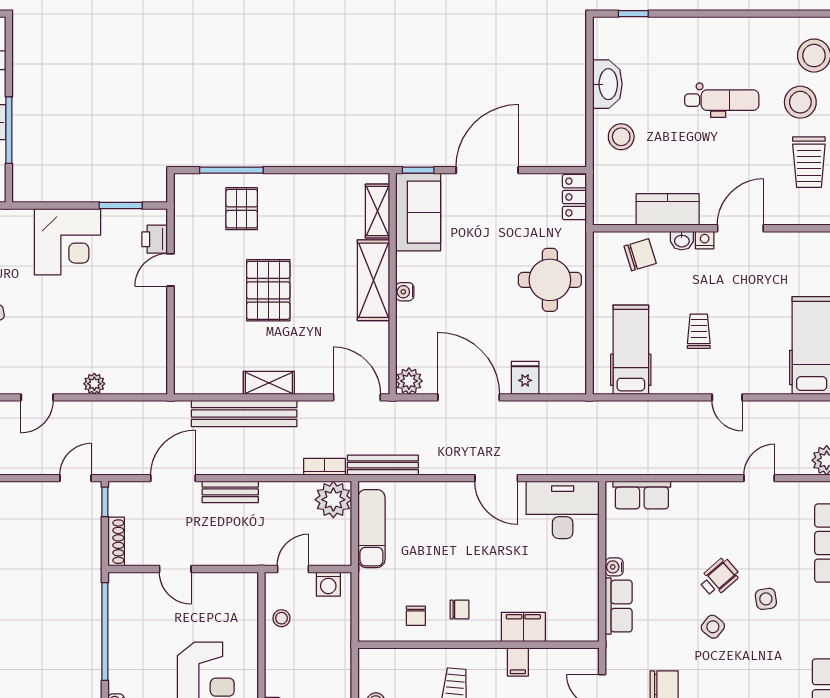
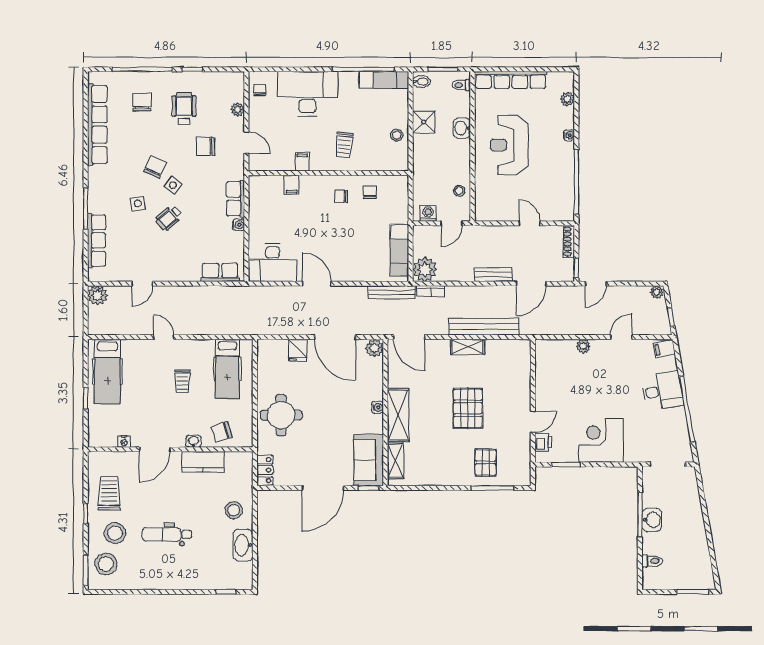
nightstand: (705, 240) -> (124, 442), moved
filing cabinet: (523, 627) -> (291, 185), width x0.50
chair: (740, 654) -> (155, 167), added

